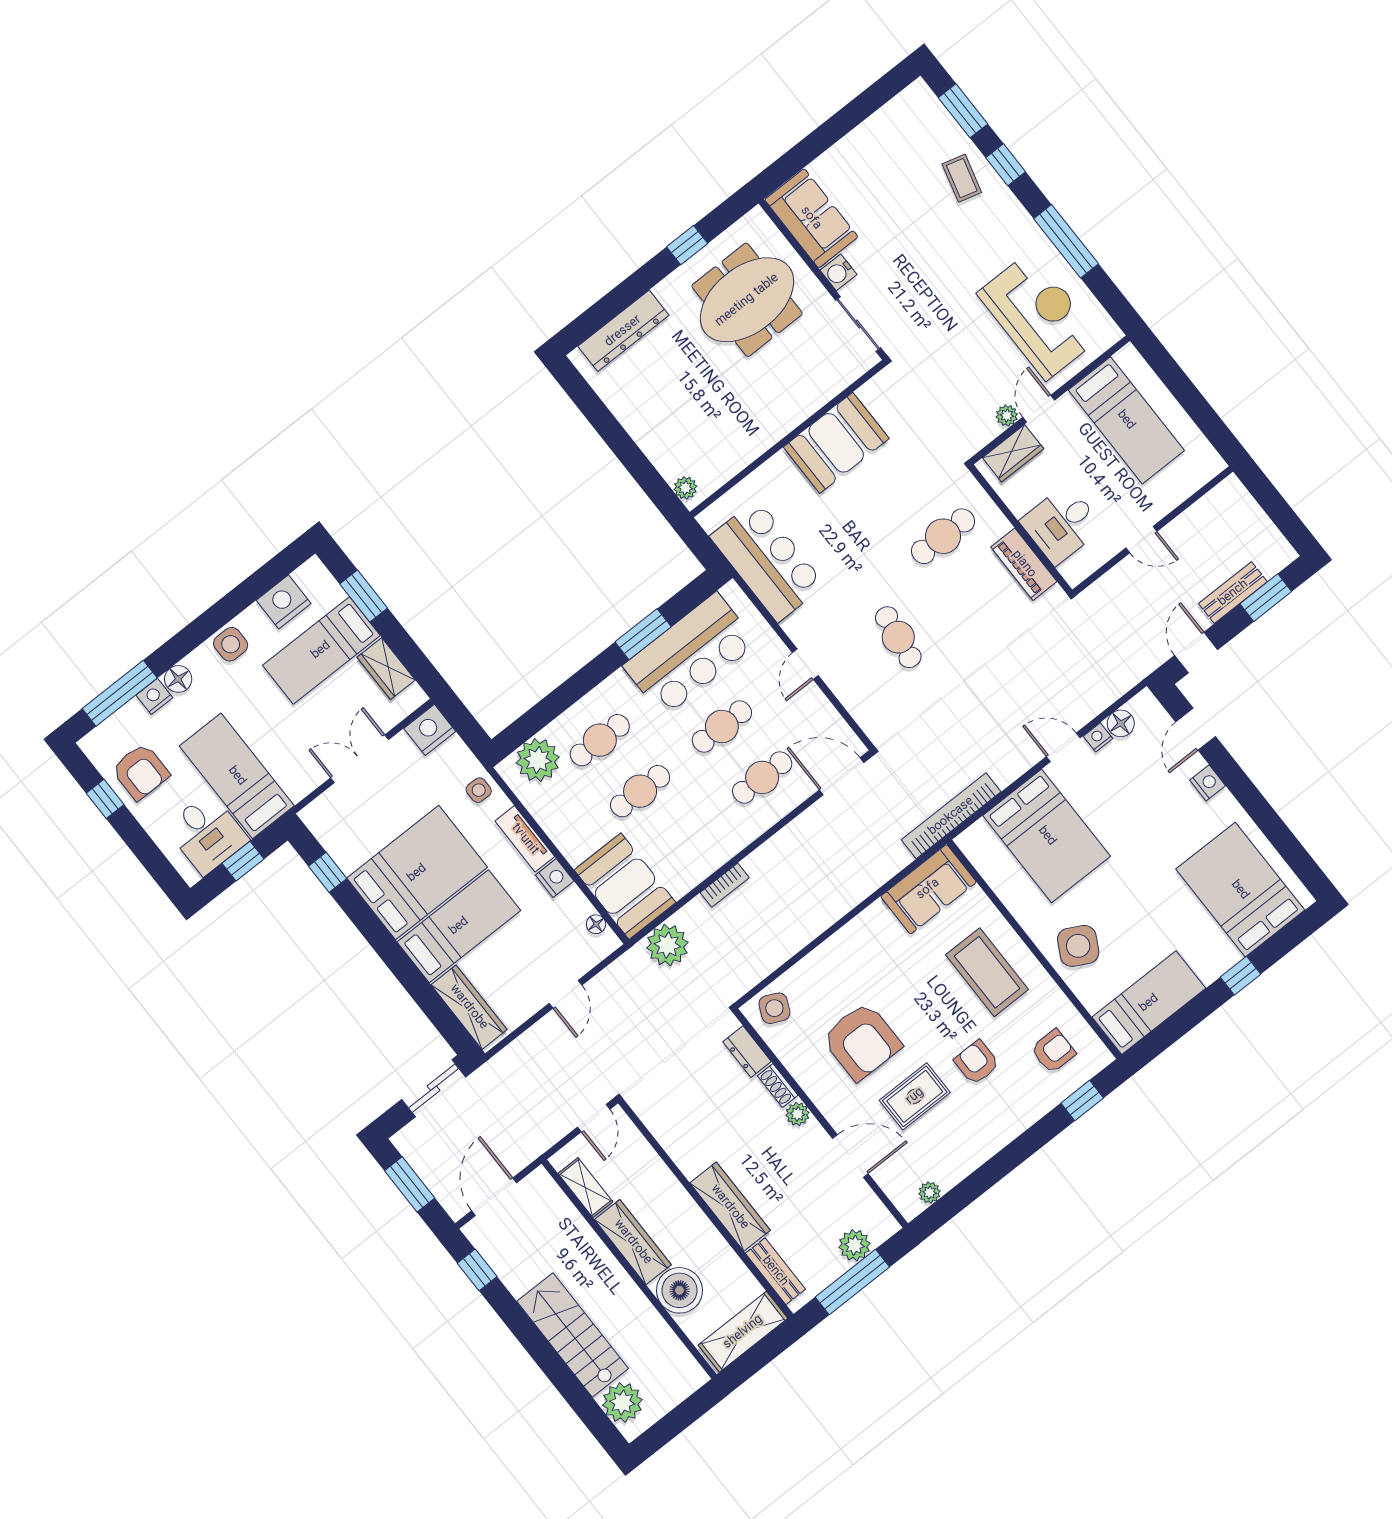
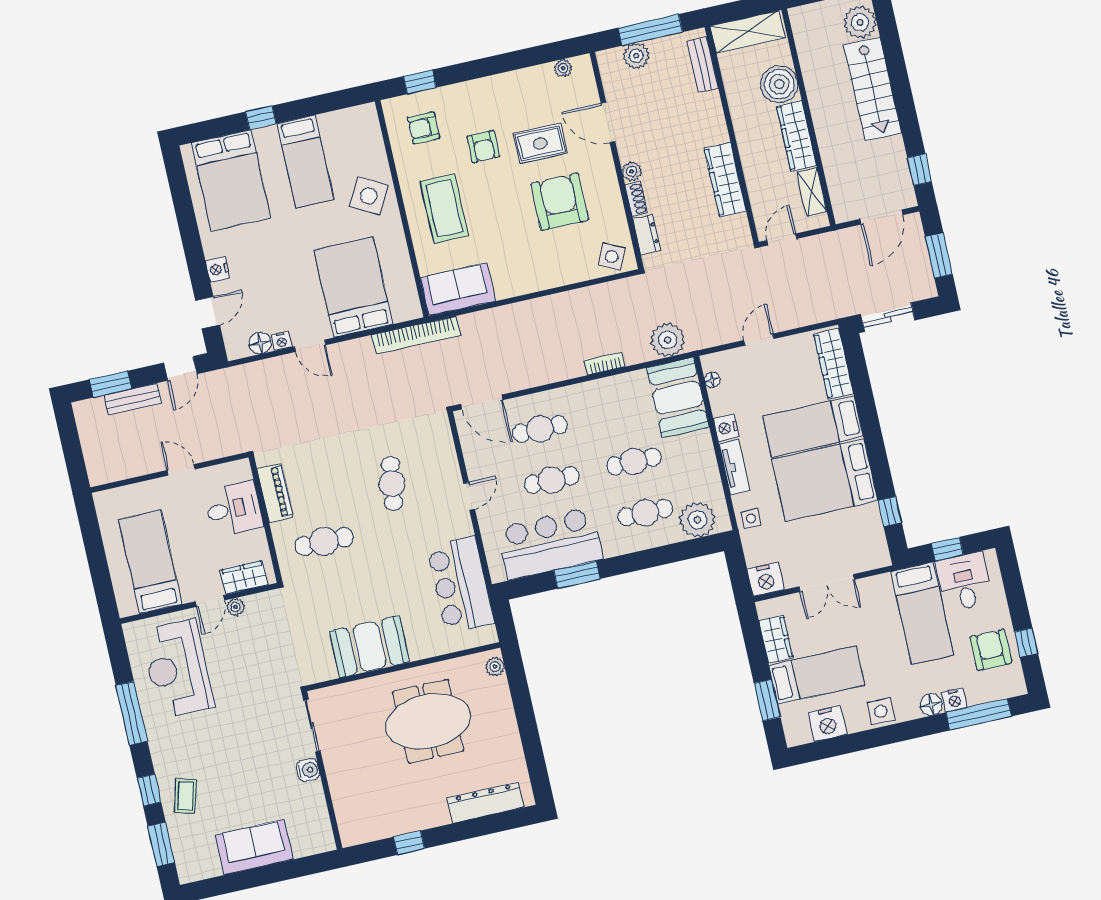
sofa: (811, 218) -> (254, 847), moved, turned 90
meeting table: (747, 300) -> (428, 721), moved
bed: (1149, 1003) -> (305, 161), moved, turned -90
wardrobe: (730, 1207) -> (725, 180), moved

